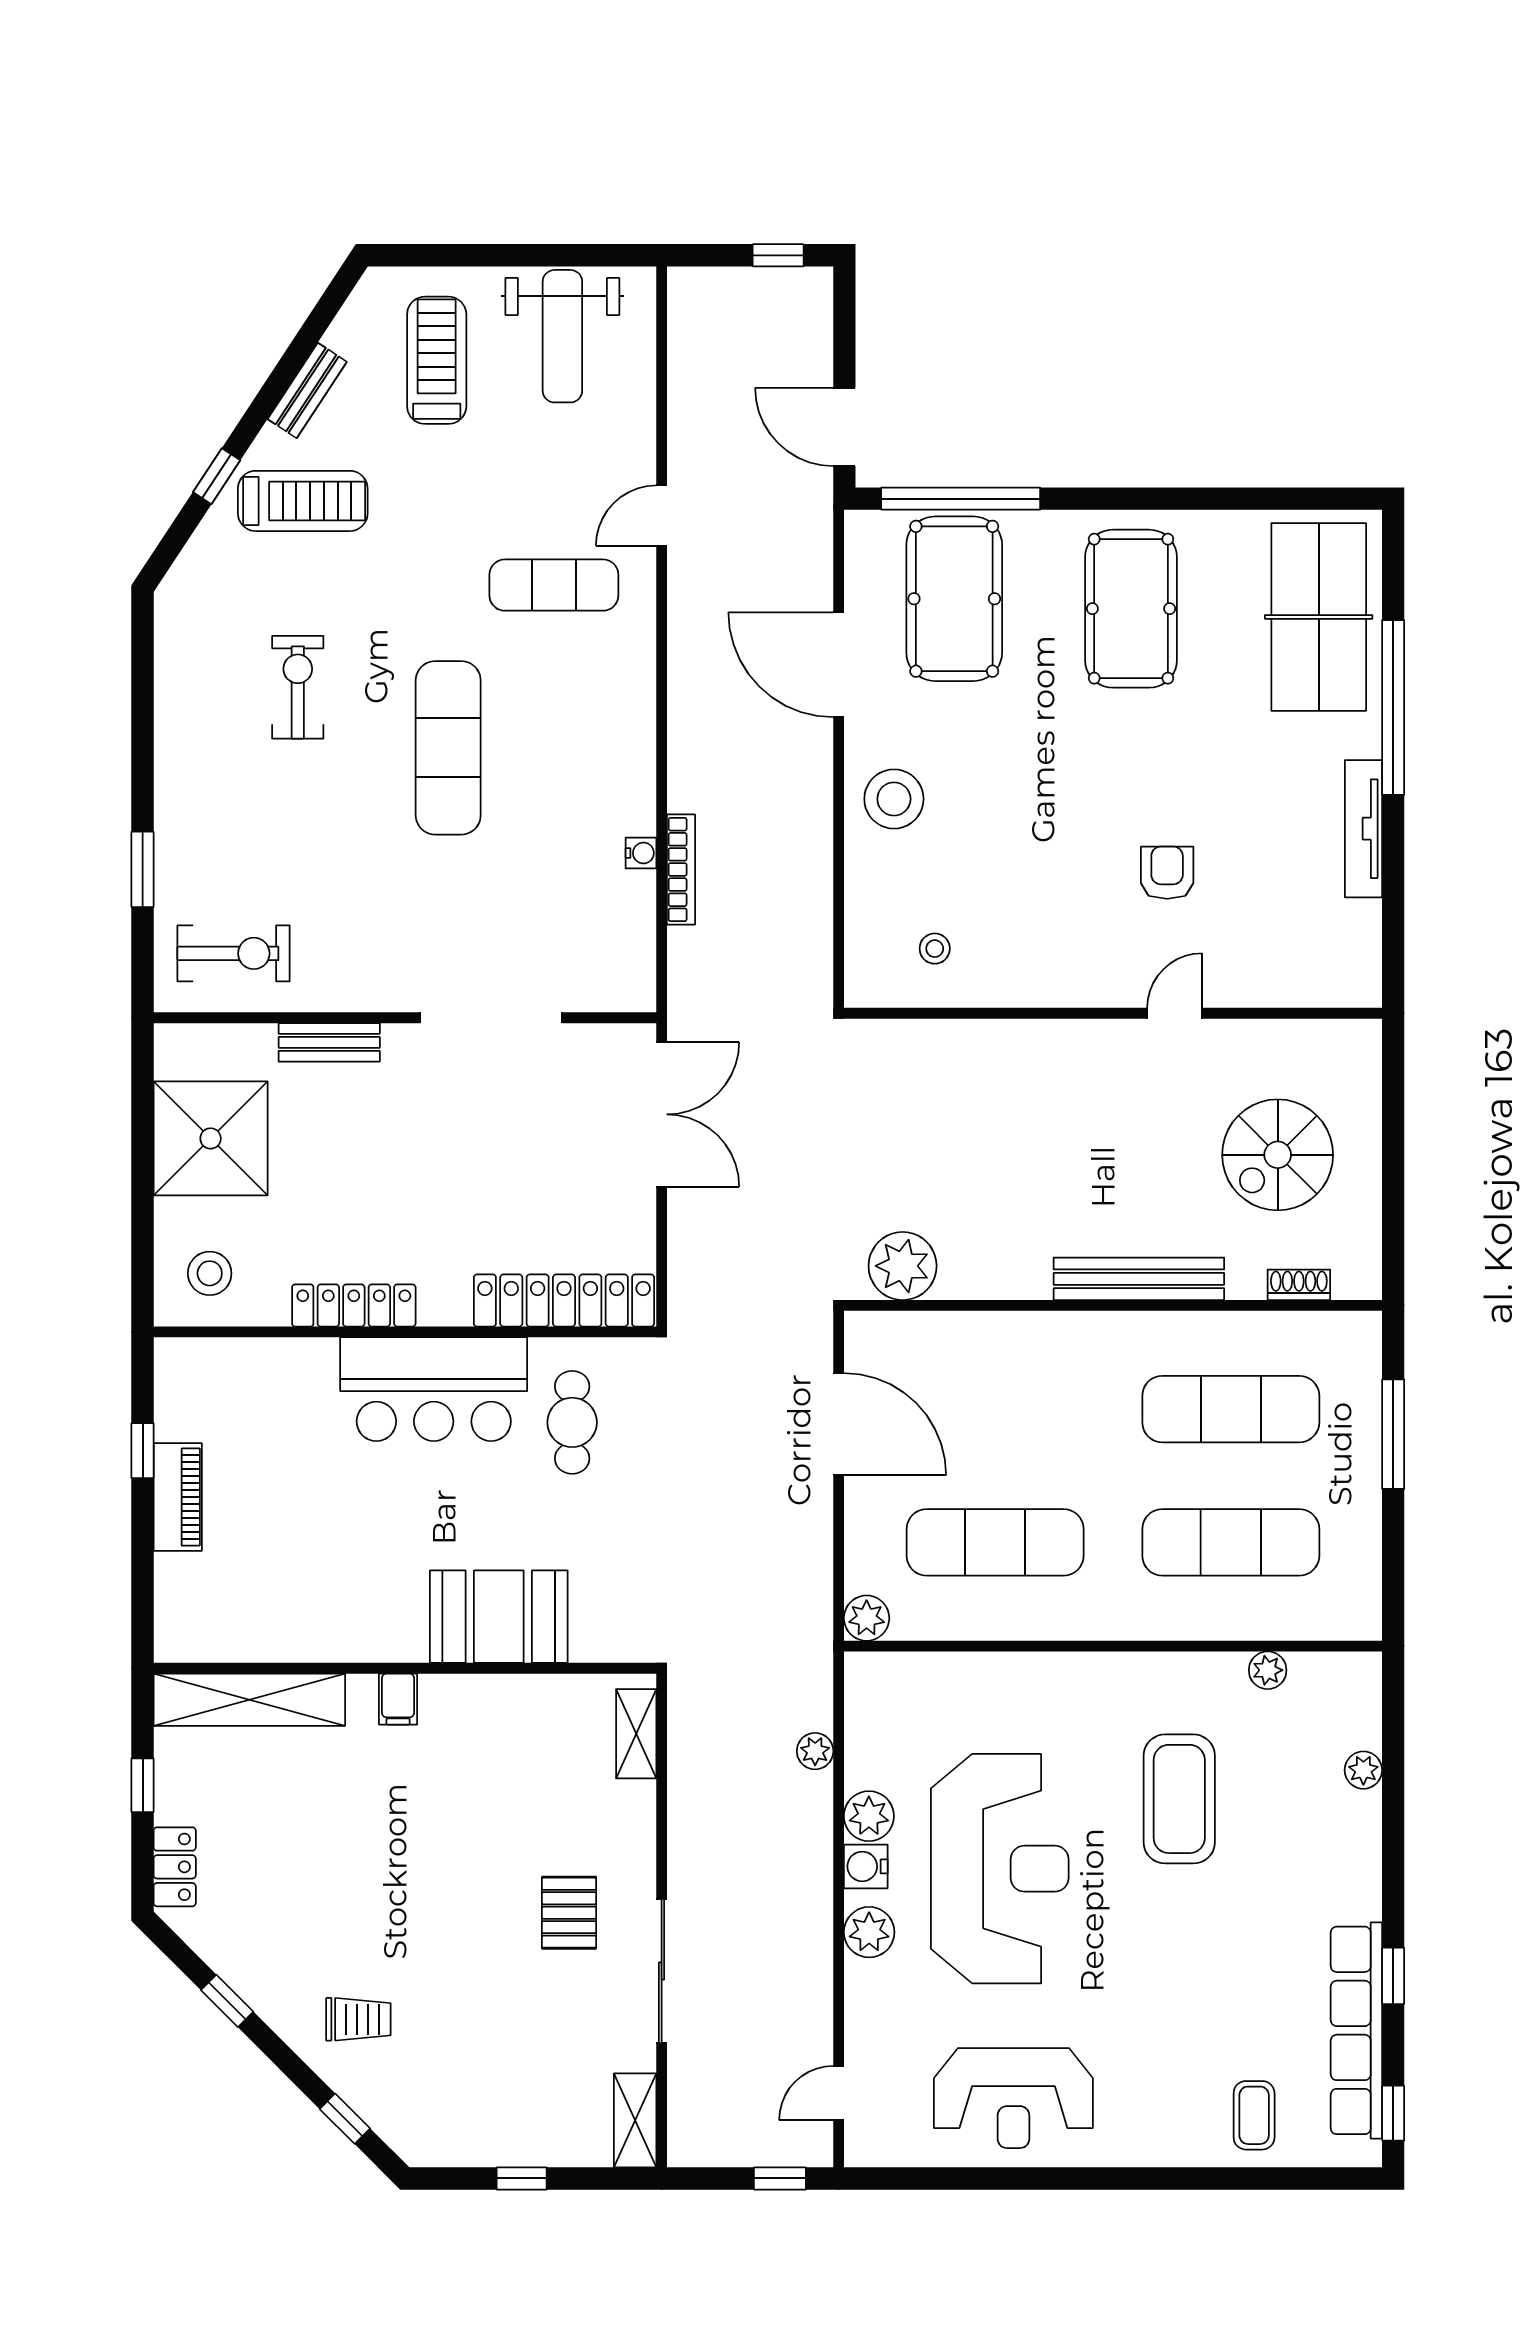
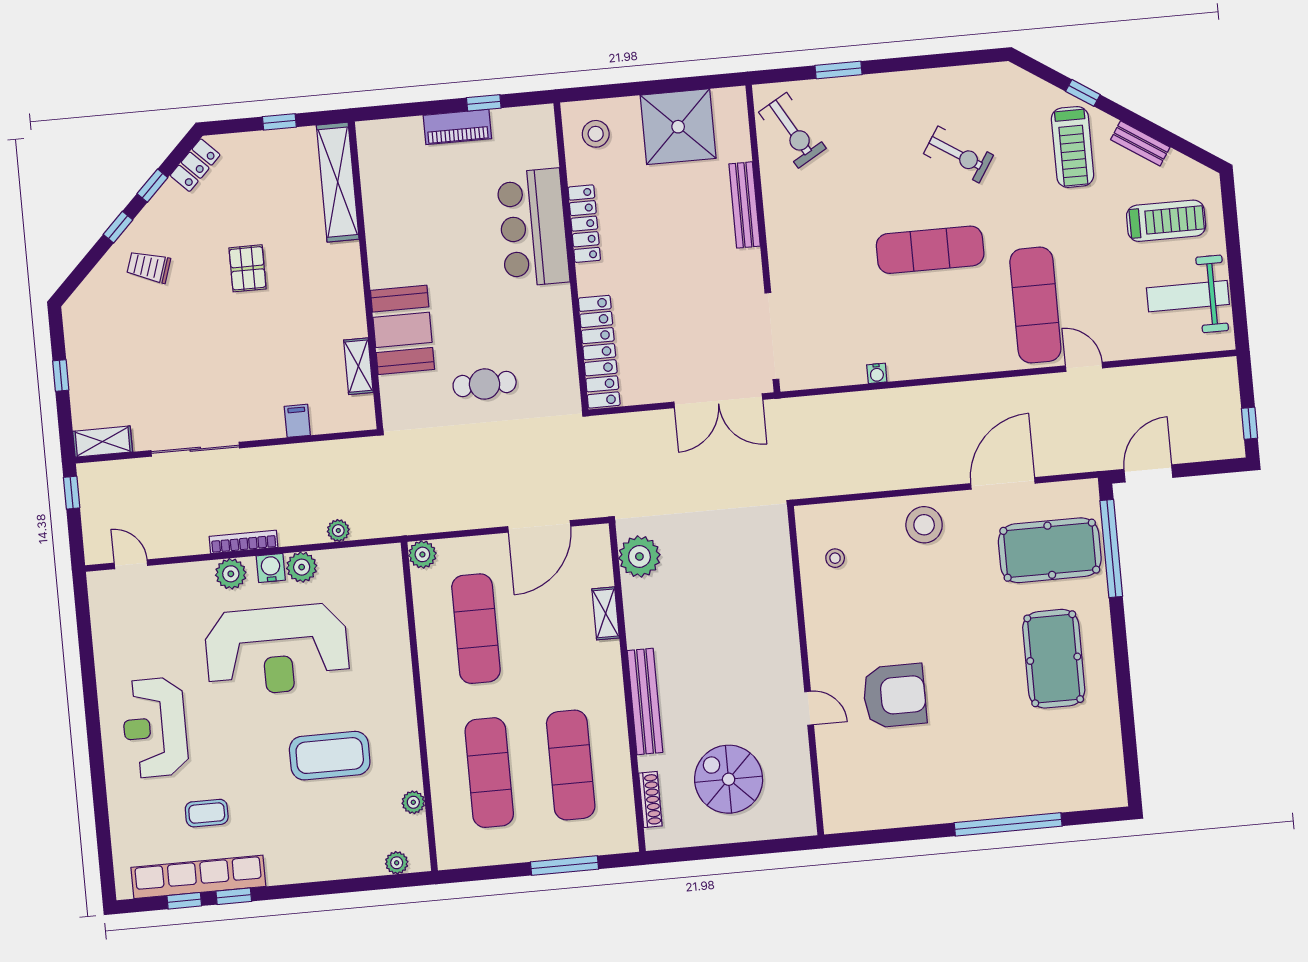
exercise mat: (554, 585) -> (1035, 305), width x1.36, depth x1.45
pool table: (1131, 609) -> (1054, 659), turned 90
table tennis table: (1319, 617) -> (1059, 774), removed
exercise bike: (298, 687) -> (958, 154), turned 33
tv unit: (1363, 829) -> (933, 813), removed
bookcase: (681, 869) -> (244, 542), moved, turned 180
armchair: (1167, 873) -> (895, 696), width x1.88, depth x1.88
exercise bike: (234, 953) -> (792, 130), turned -30
doorway: (491, 1018) -> (772, 336), moved
bench: (329, 1042) -> (745, 205), width x1.36
shoe rack: (1299, 1285) -> (650, 800), width x1.43
shelving: (990, 1329) -> (606, 613), added
bar counter: (434, 1389) -> (533, 228), moved
cafe table: (572, 1422) -> (485, 384), moved
filing cabinet: (398, 1699) -> (297, 421), moved, turned 90
shelving: (636, 1734) -> (358, 366), moved, turned 90
plant: (1363, 1770) -> (397, 863), moved
locker: (175, 1867) -> (195, 165), moved, turned -45
pallet: (569, 1913) -> (248, 268), moved, turned 90
trolley: (358, 2019) -> (149, 267), turned 108
reception desk: (1013, 2098) -> (155, 728), moved
window: (1393, 2113) -> (184, 901), moved
coffee table: (1254, 2115) -> (207, 813), moved
window: (345, 2119) -> (118, 227), moved
window: (780, 2178) -> (72, 493), moved

